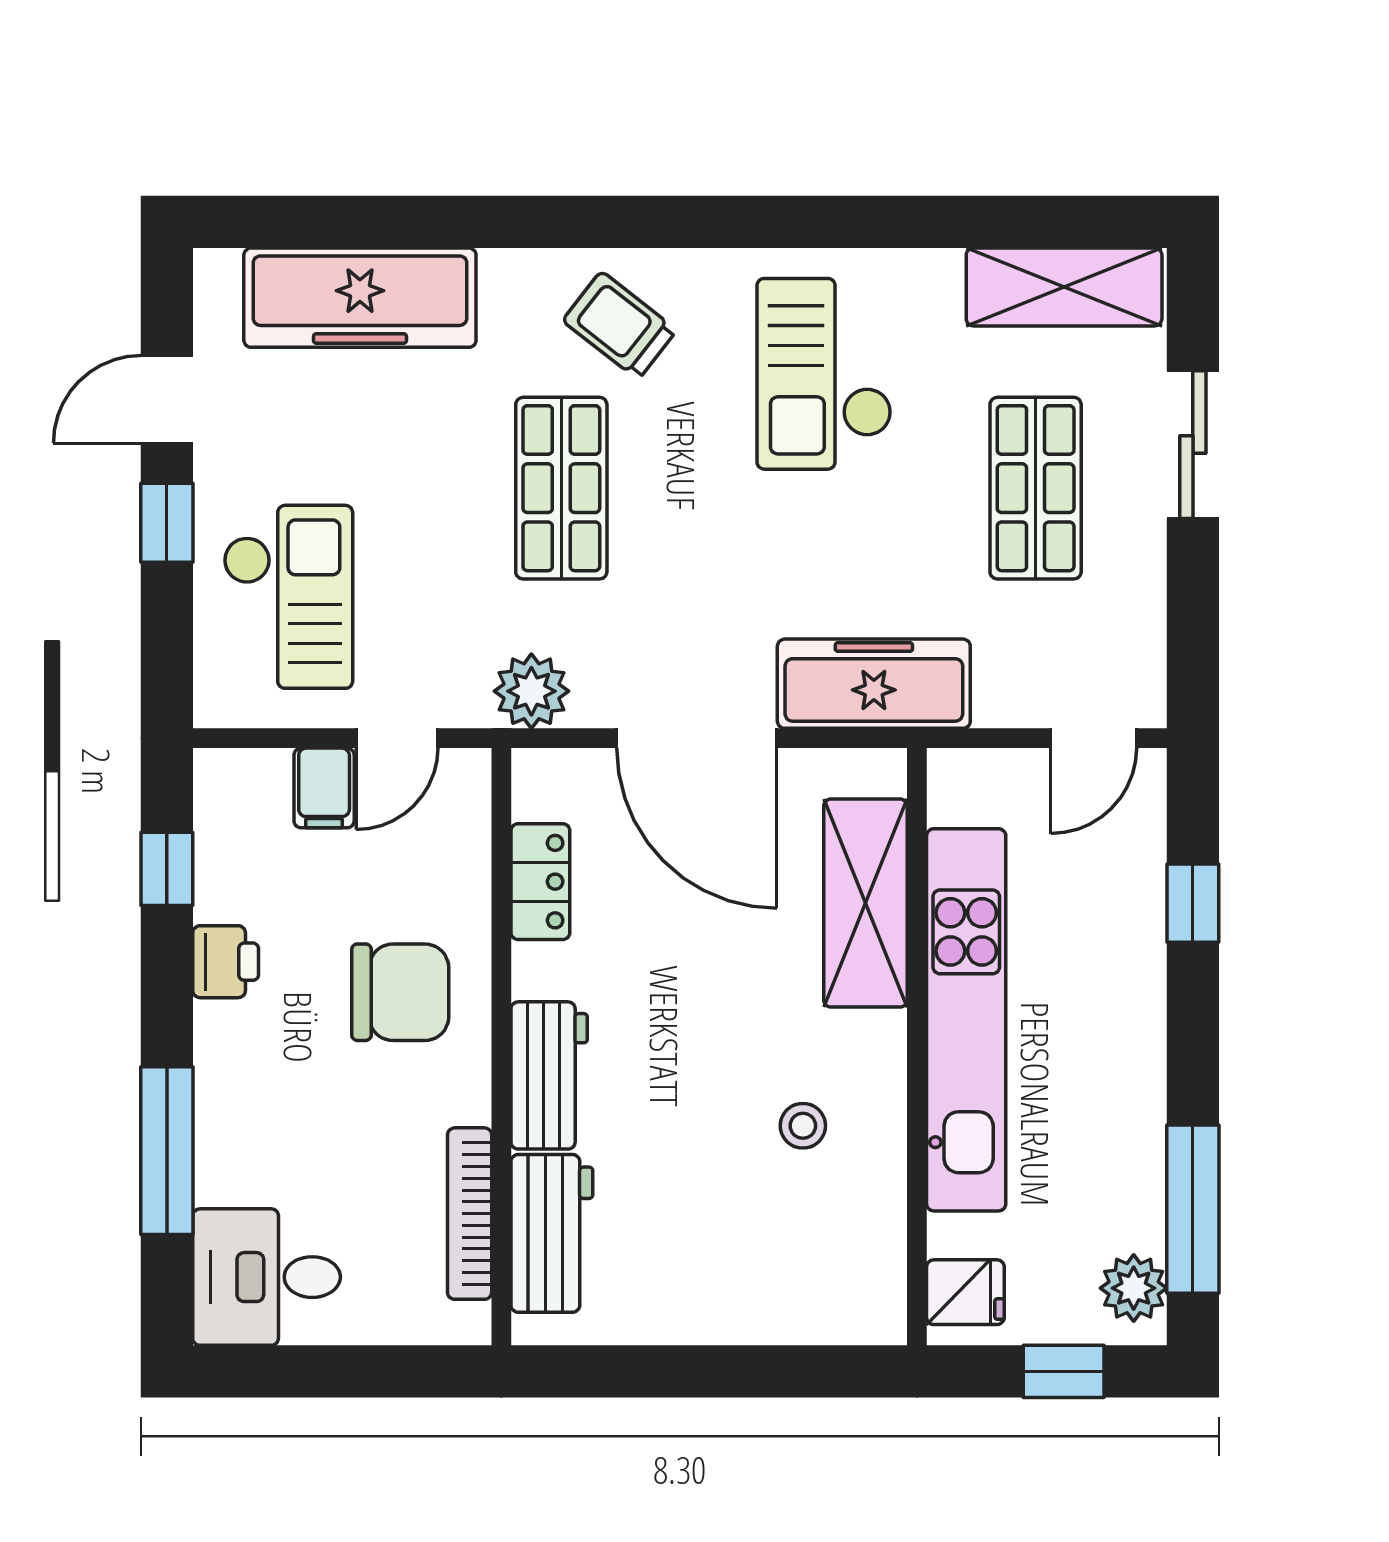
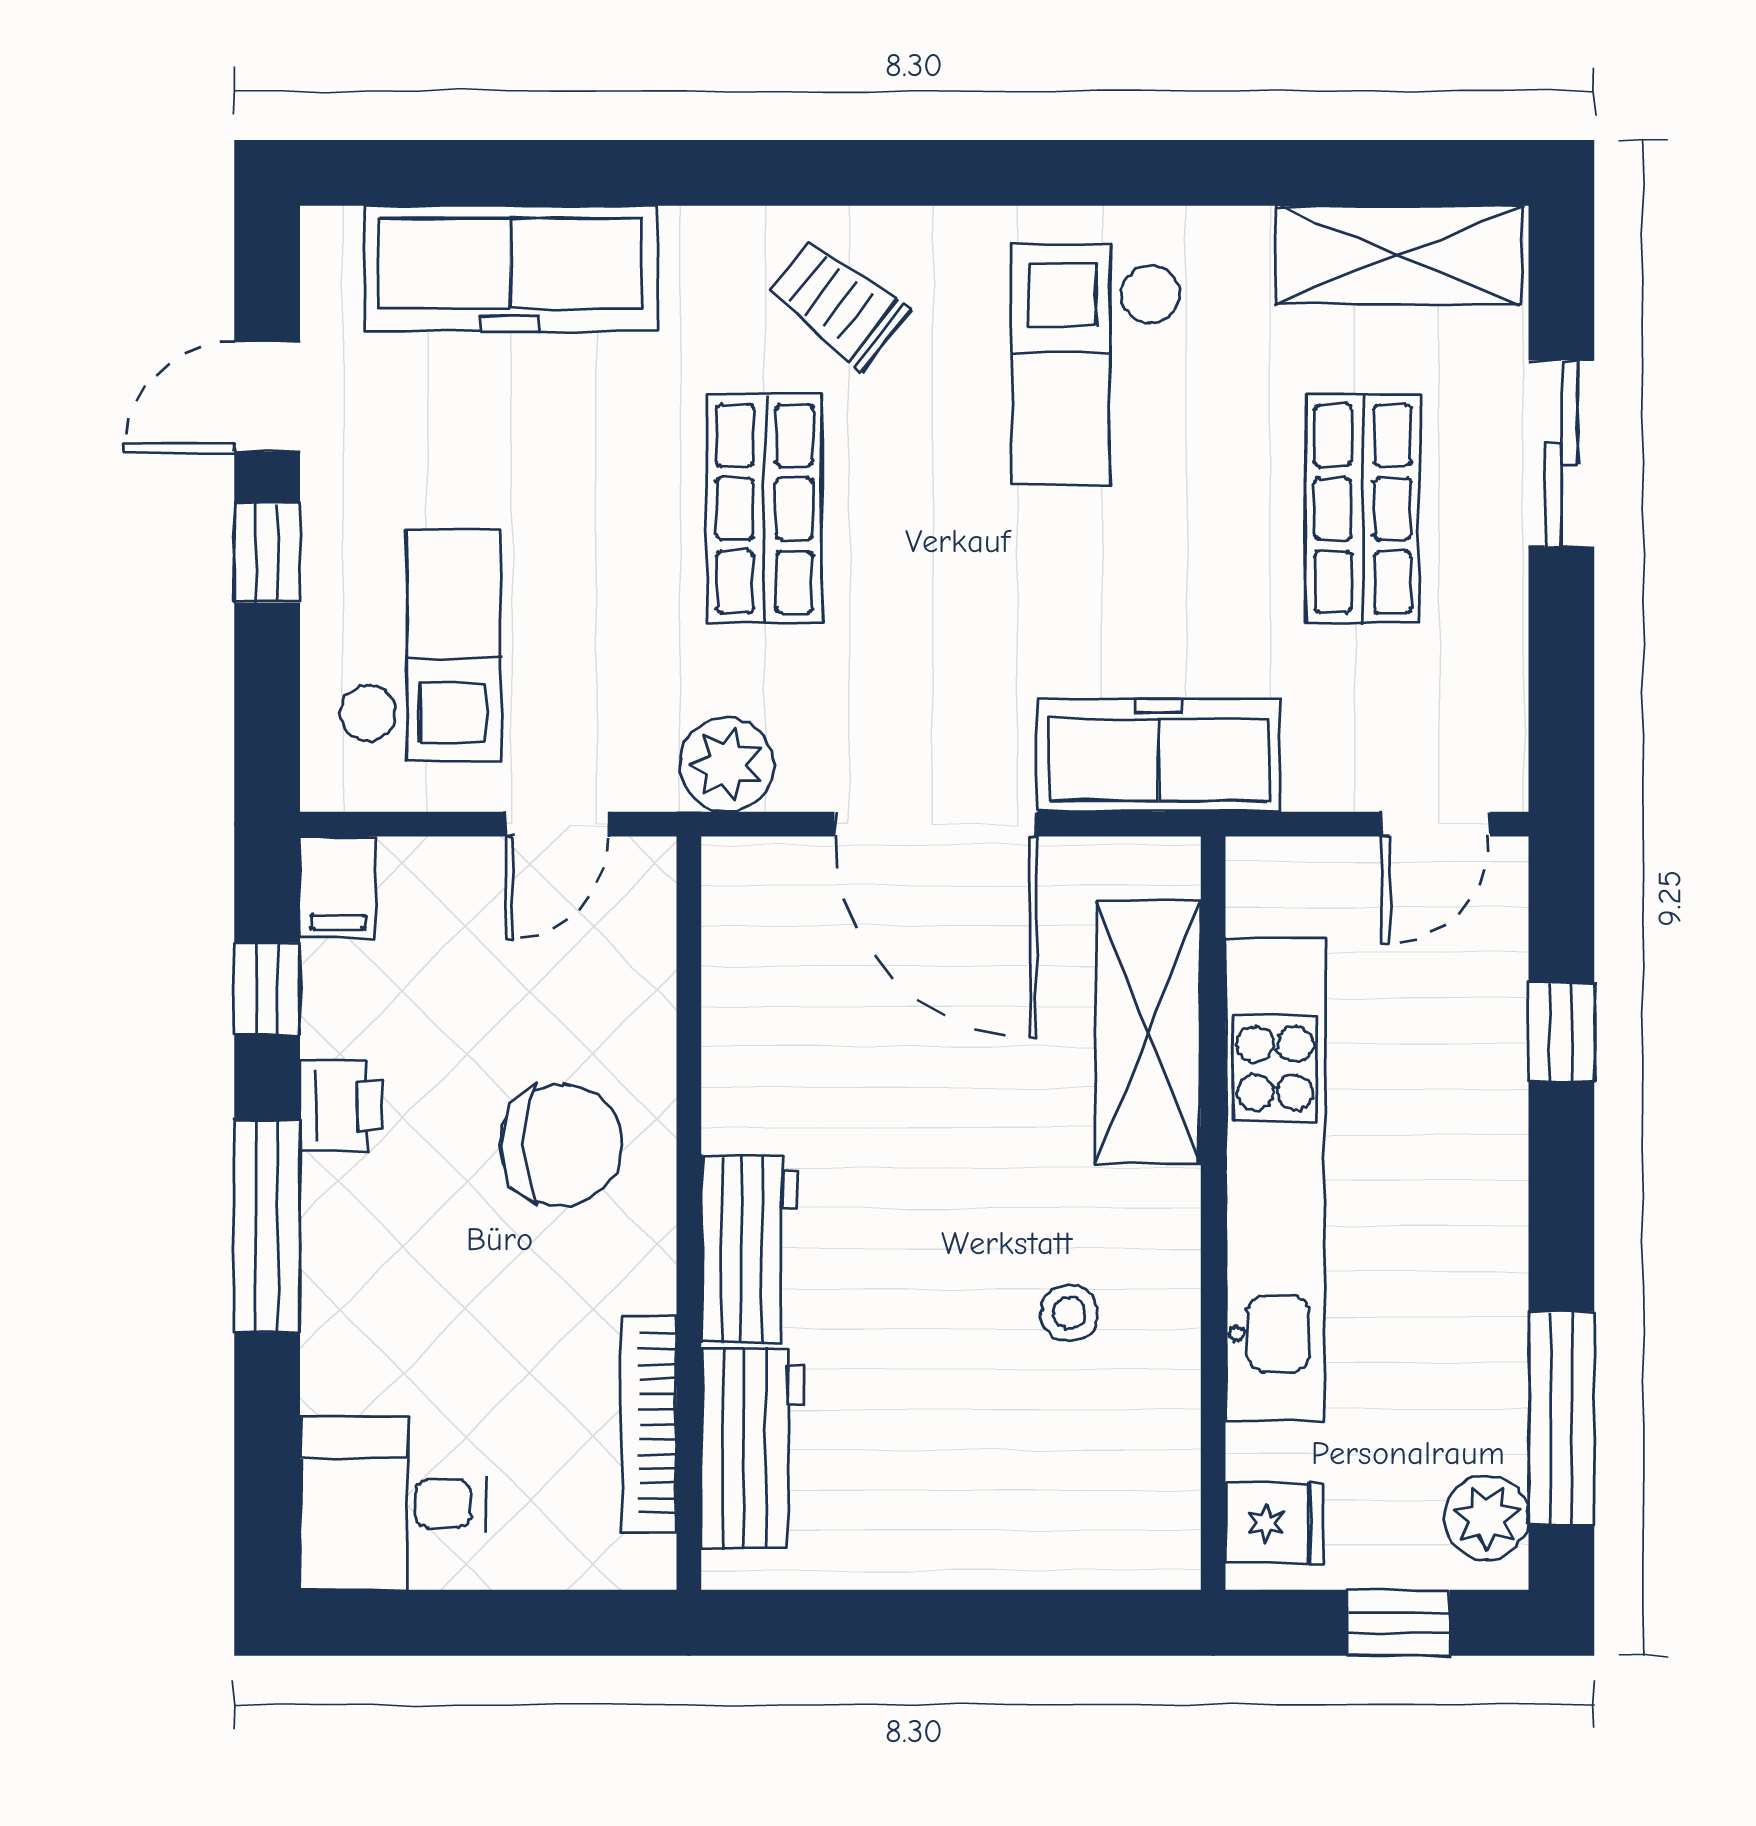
filing cabinet: (324, 788) -> (338, 887), moved
locker: (540, 882) -> (738, 1005), removed
window: (167, 1151) -> (267, 1226), moved

